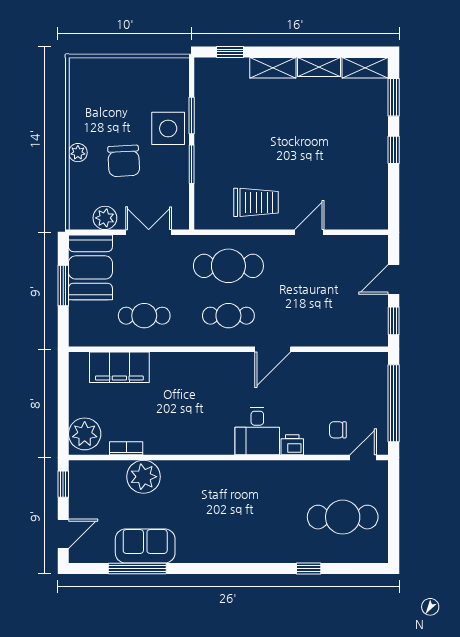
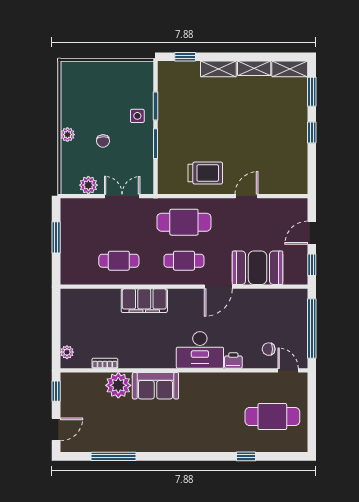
side table: (168, 128) -> (137, 116), width x0.54, depth x0.54
chair: (124, 161) -> (103, 141), width x0.54, depth x0.54
booth: (90, 267) -> (258, 268), moved, turned 90
filing cabinet: (119, 367) -> (144, 301), moved
desk: (257, 431) -> (200, 350), width x1.37
plant: (85, 434) -> (67, 352), width x0.53, depth x0.53
door: (363, 457) -> (288, 370), hinge flipped
sofa: (145, 546) -> (155, 386), moved, turned 180

